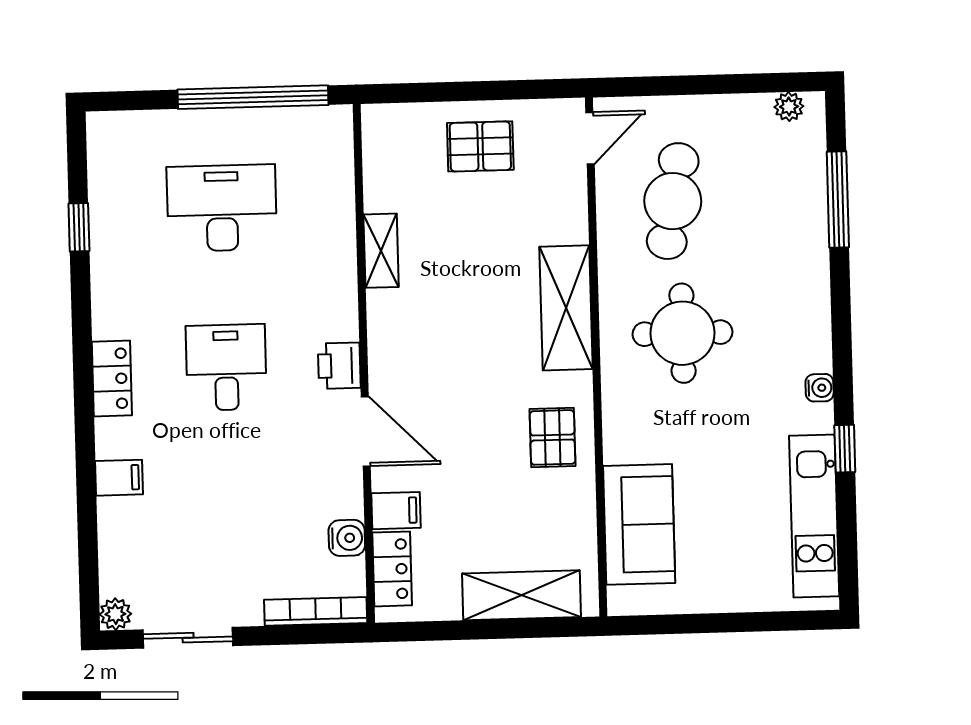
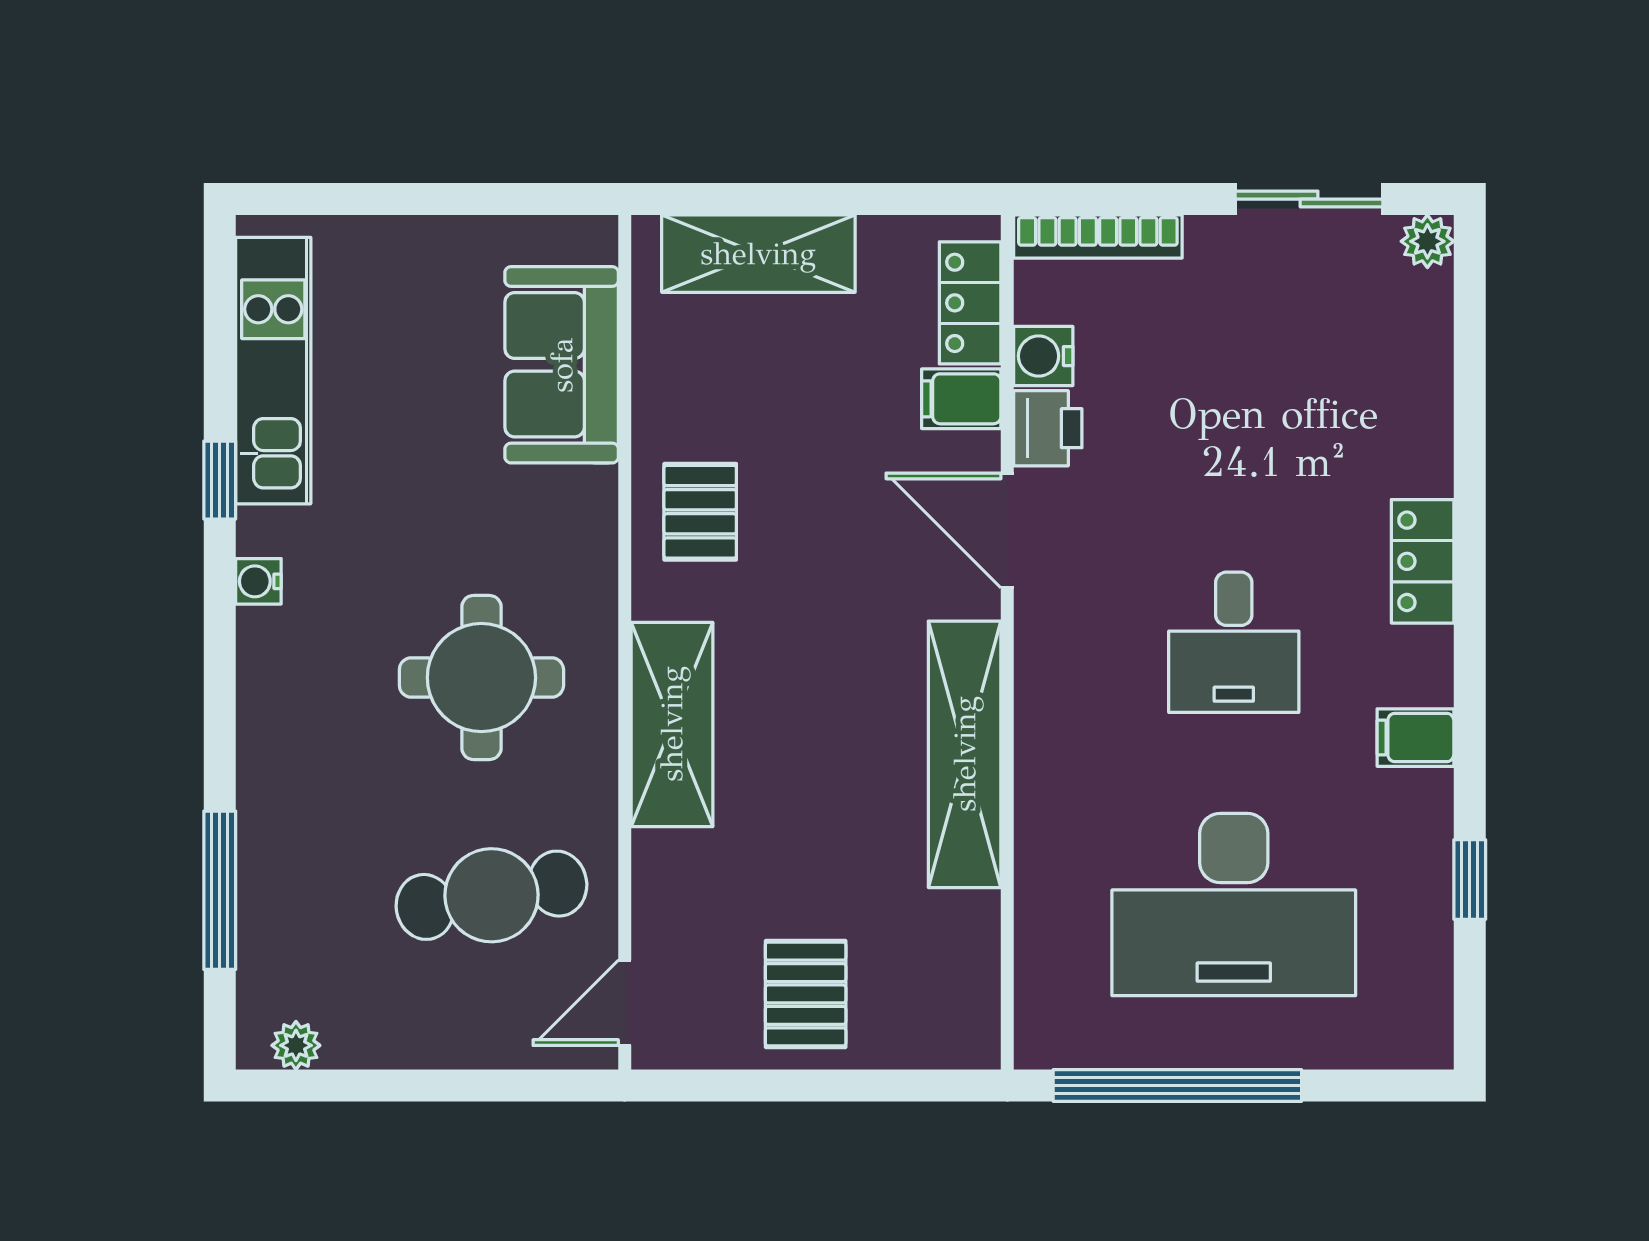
pallet: (480, 146) -> (806, 994), turned 90
cafe table: (673, 201) -> (491, 895), turned 70
desk: (222, 208) -> (1234, 905), width x1.36, depth x1.30
shelving: (381, 251) -> (965, 754), width x2.20, depth x1.33
printer: (339, 366) -> (1048, 428), moved
locker: (112, 378) -> (1423, 561), moved
filing cabinet: (119, 478) -> (1415, 738), moved

